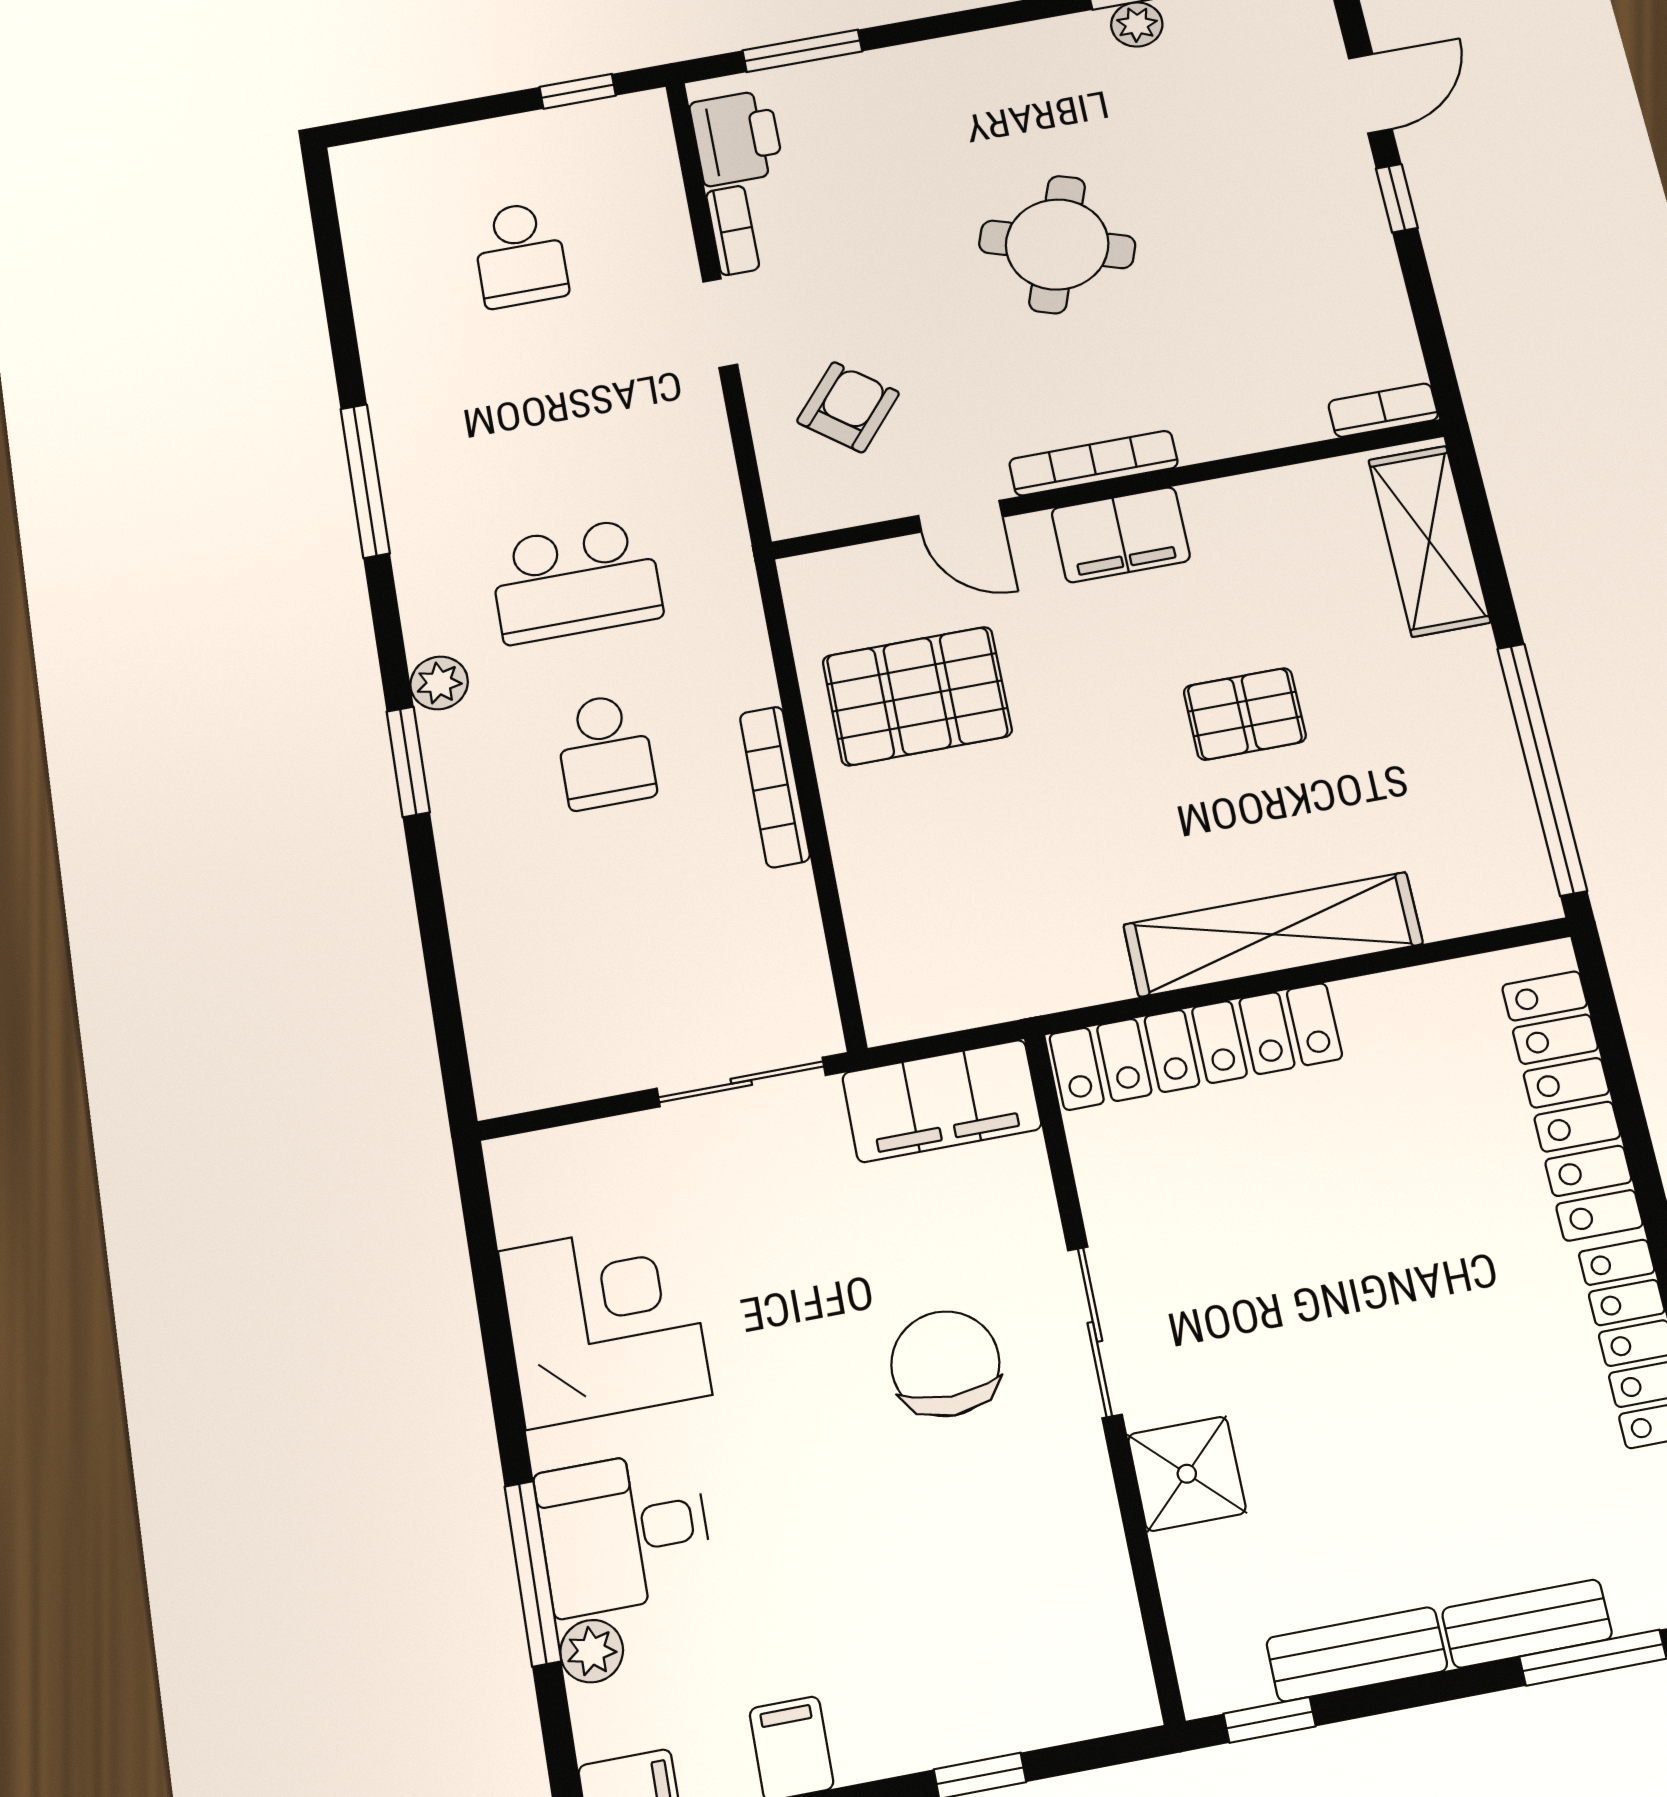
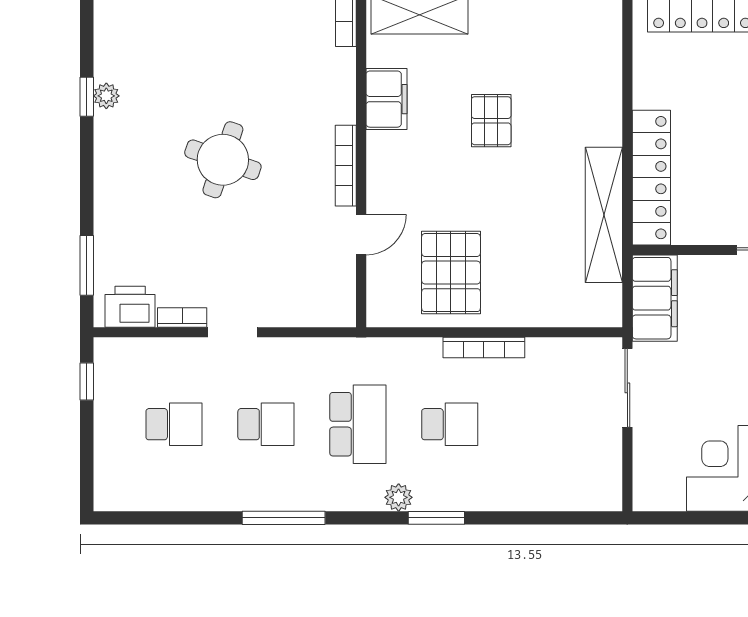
armchair: (848, 407) -> (291, 278), removed
school desk: (548, 415) -> (266, 424), added
filing cabinet: (1121, 535) -> (386, 99), moved
shelving: (1273, 934) -> (604, 215), moved

